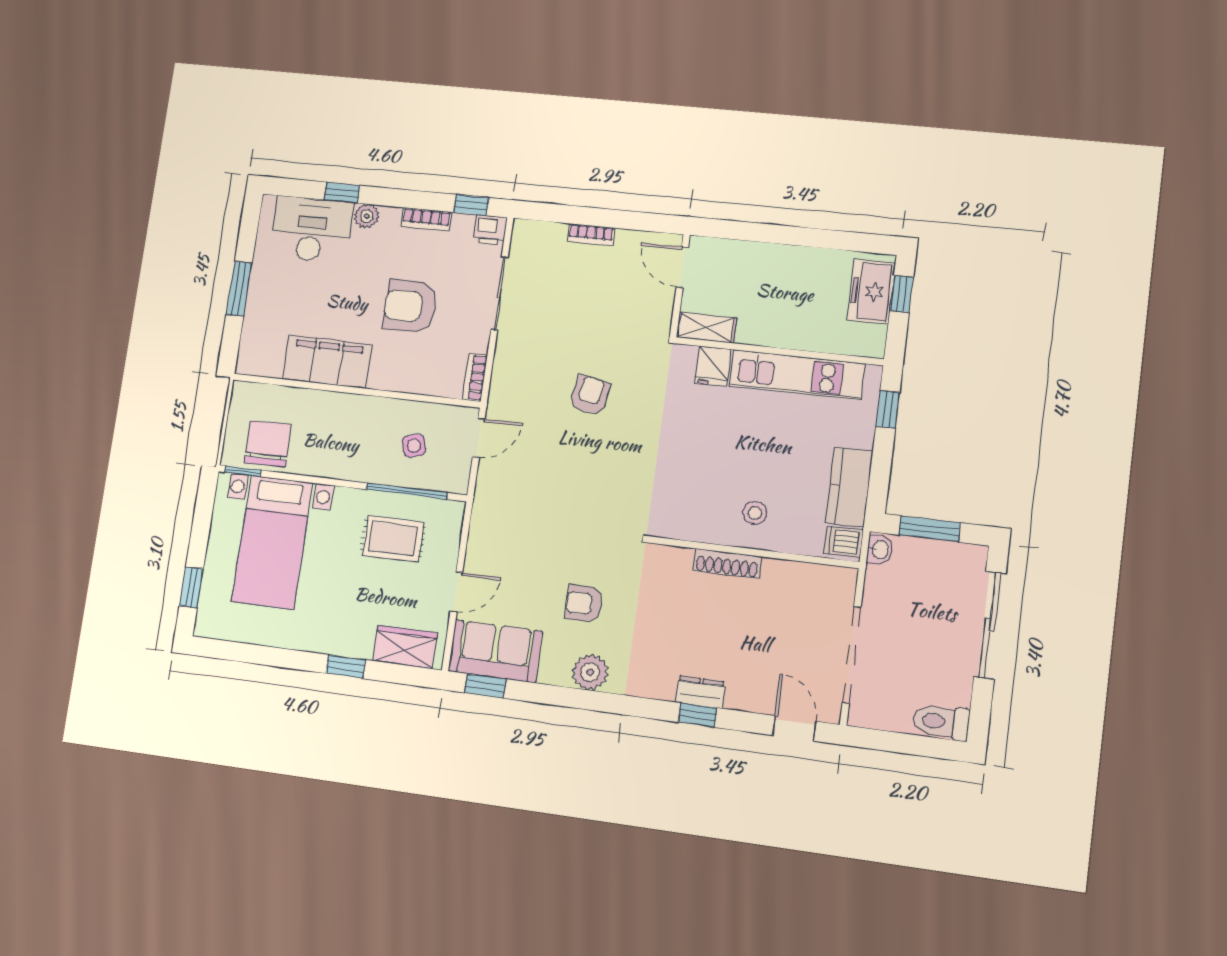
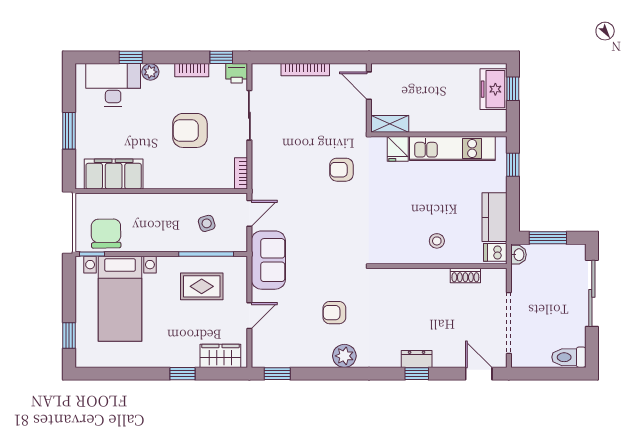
bookcase: (591, 235) -> (305, 70), width x1.56
filing cabinet: (327, 362) -> (114, 174), moved
armchair: (590, 395) -> (341, 170), moved, turned -101
shoe rack: (727, 564) -> (465, 276), moved, width x0.70
sofa: (495, 651) -> (268, 260), moved, turned 90

